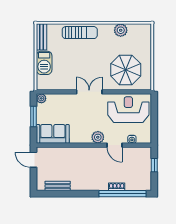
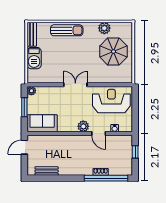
parasol: (126, 70) -> (113, 51), moved
door: (33, 160) -> (24, 147), hinge flipped

